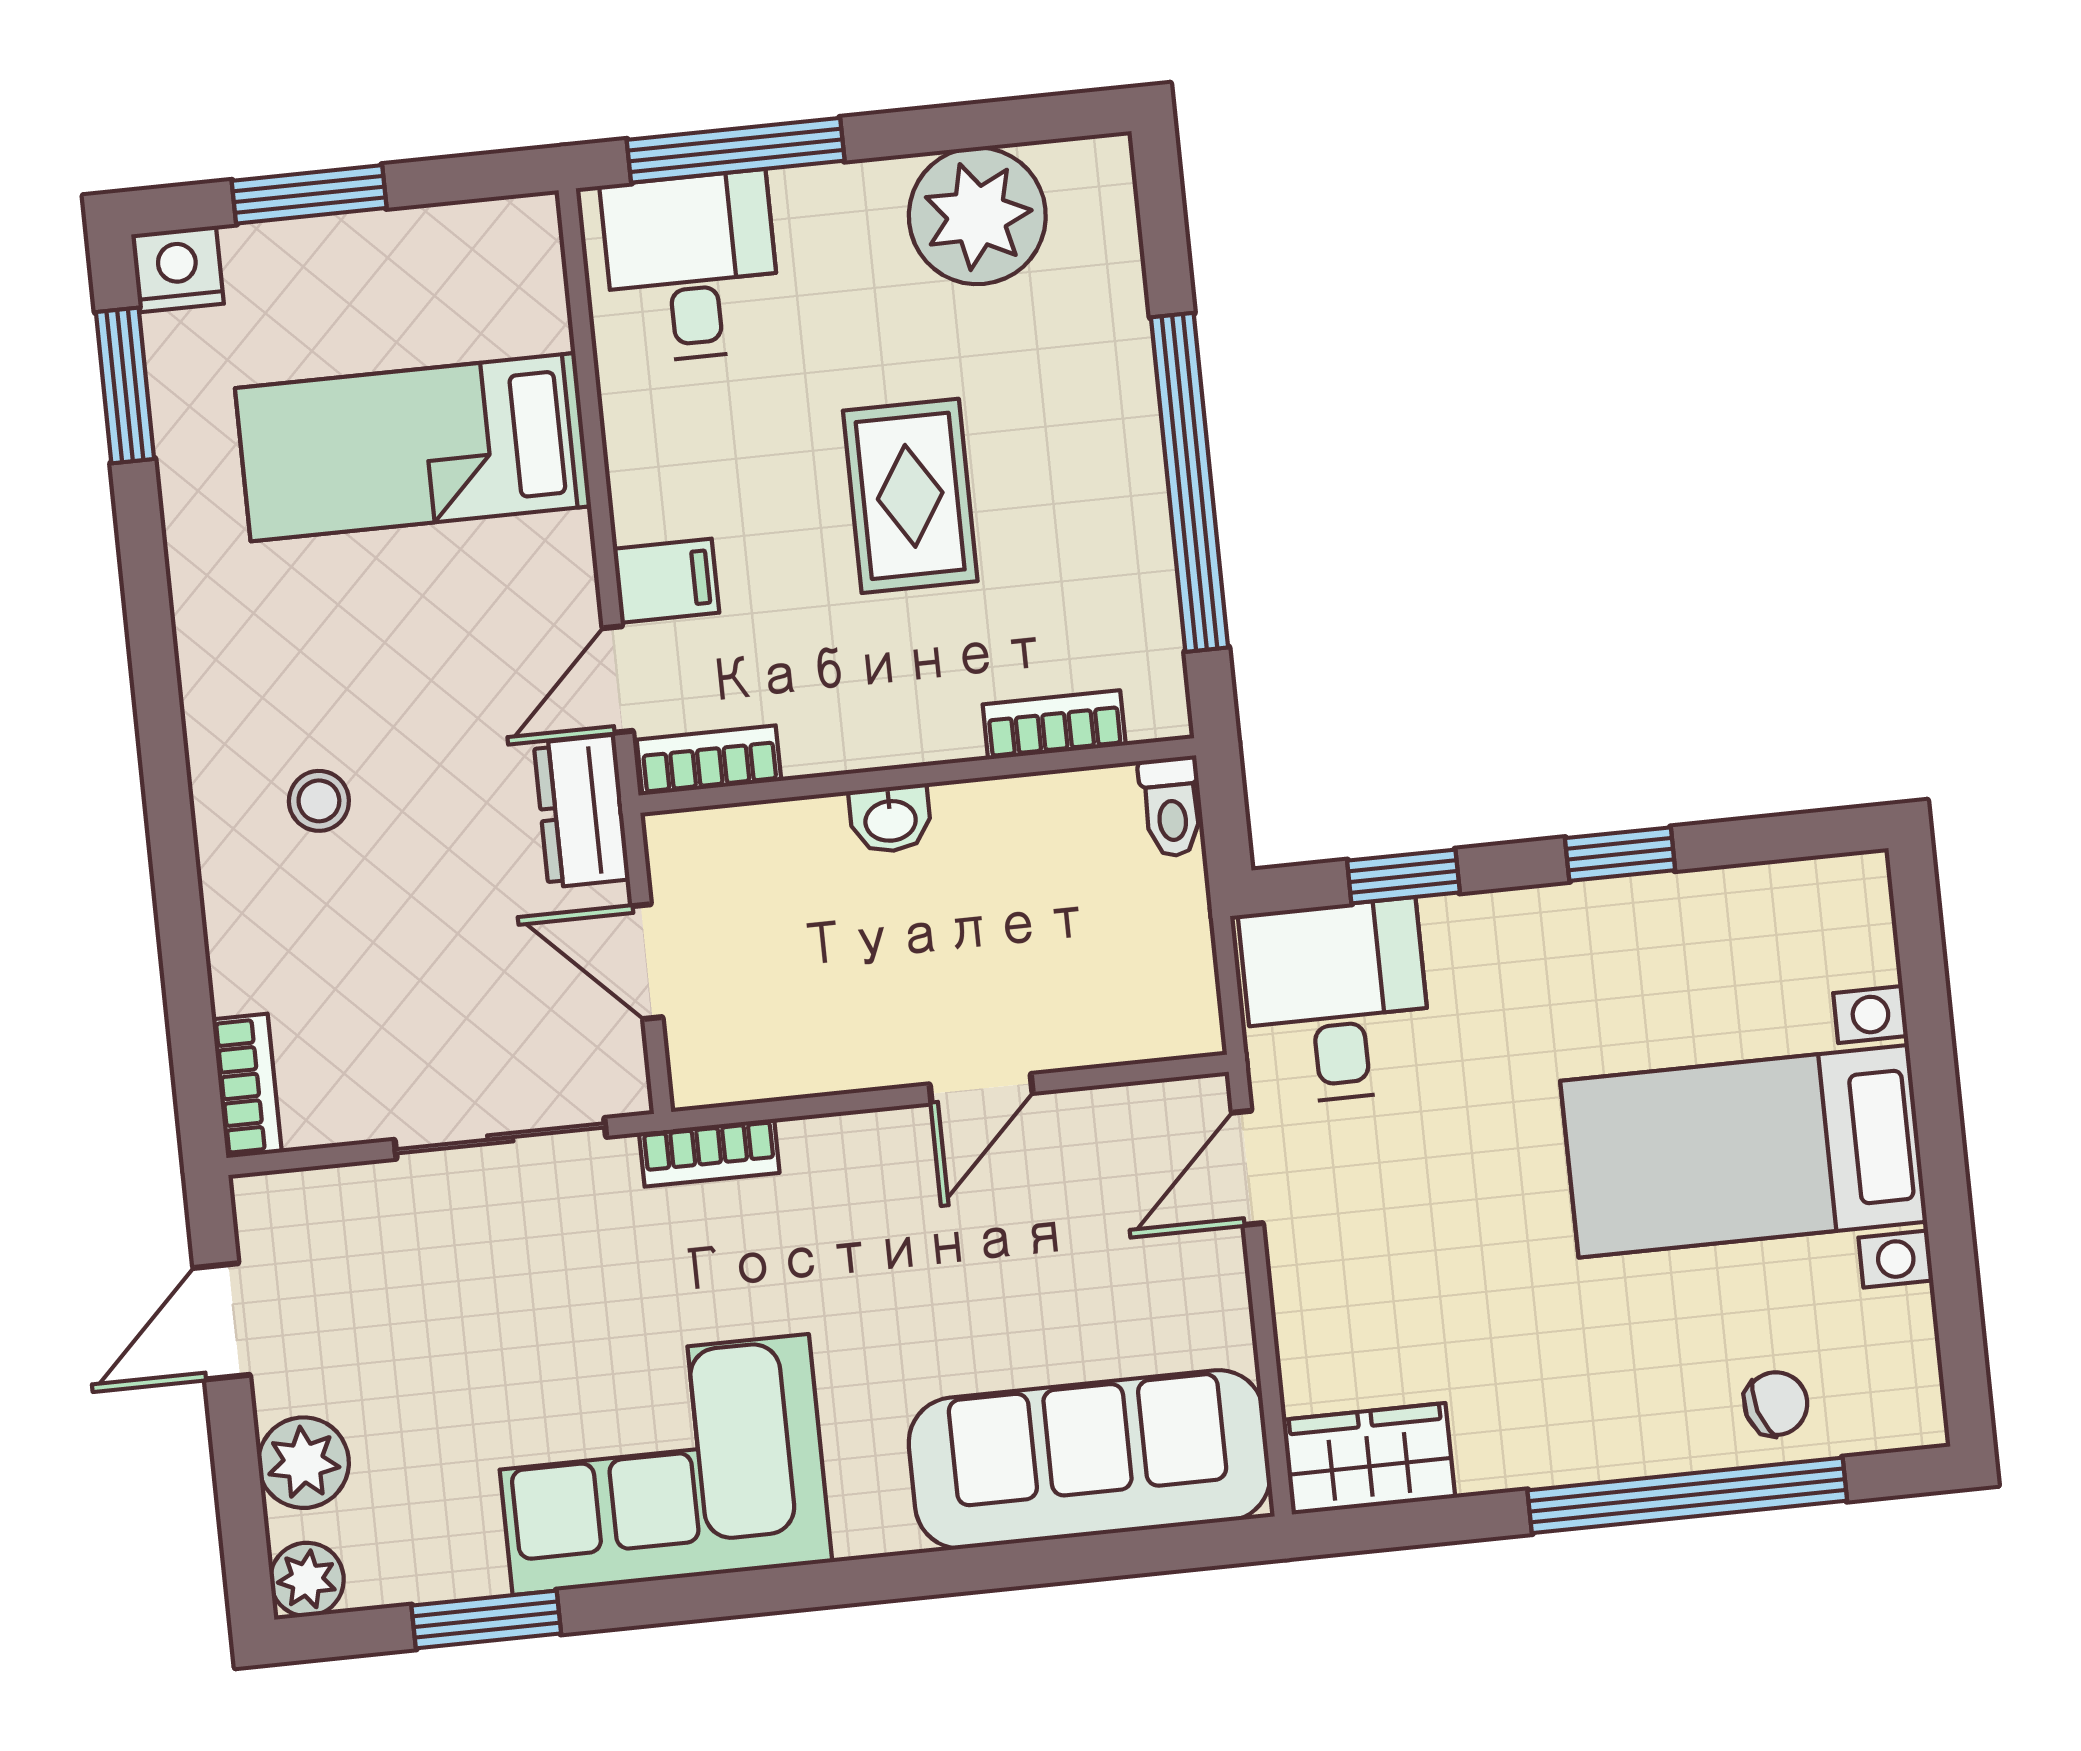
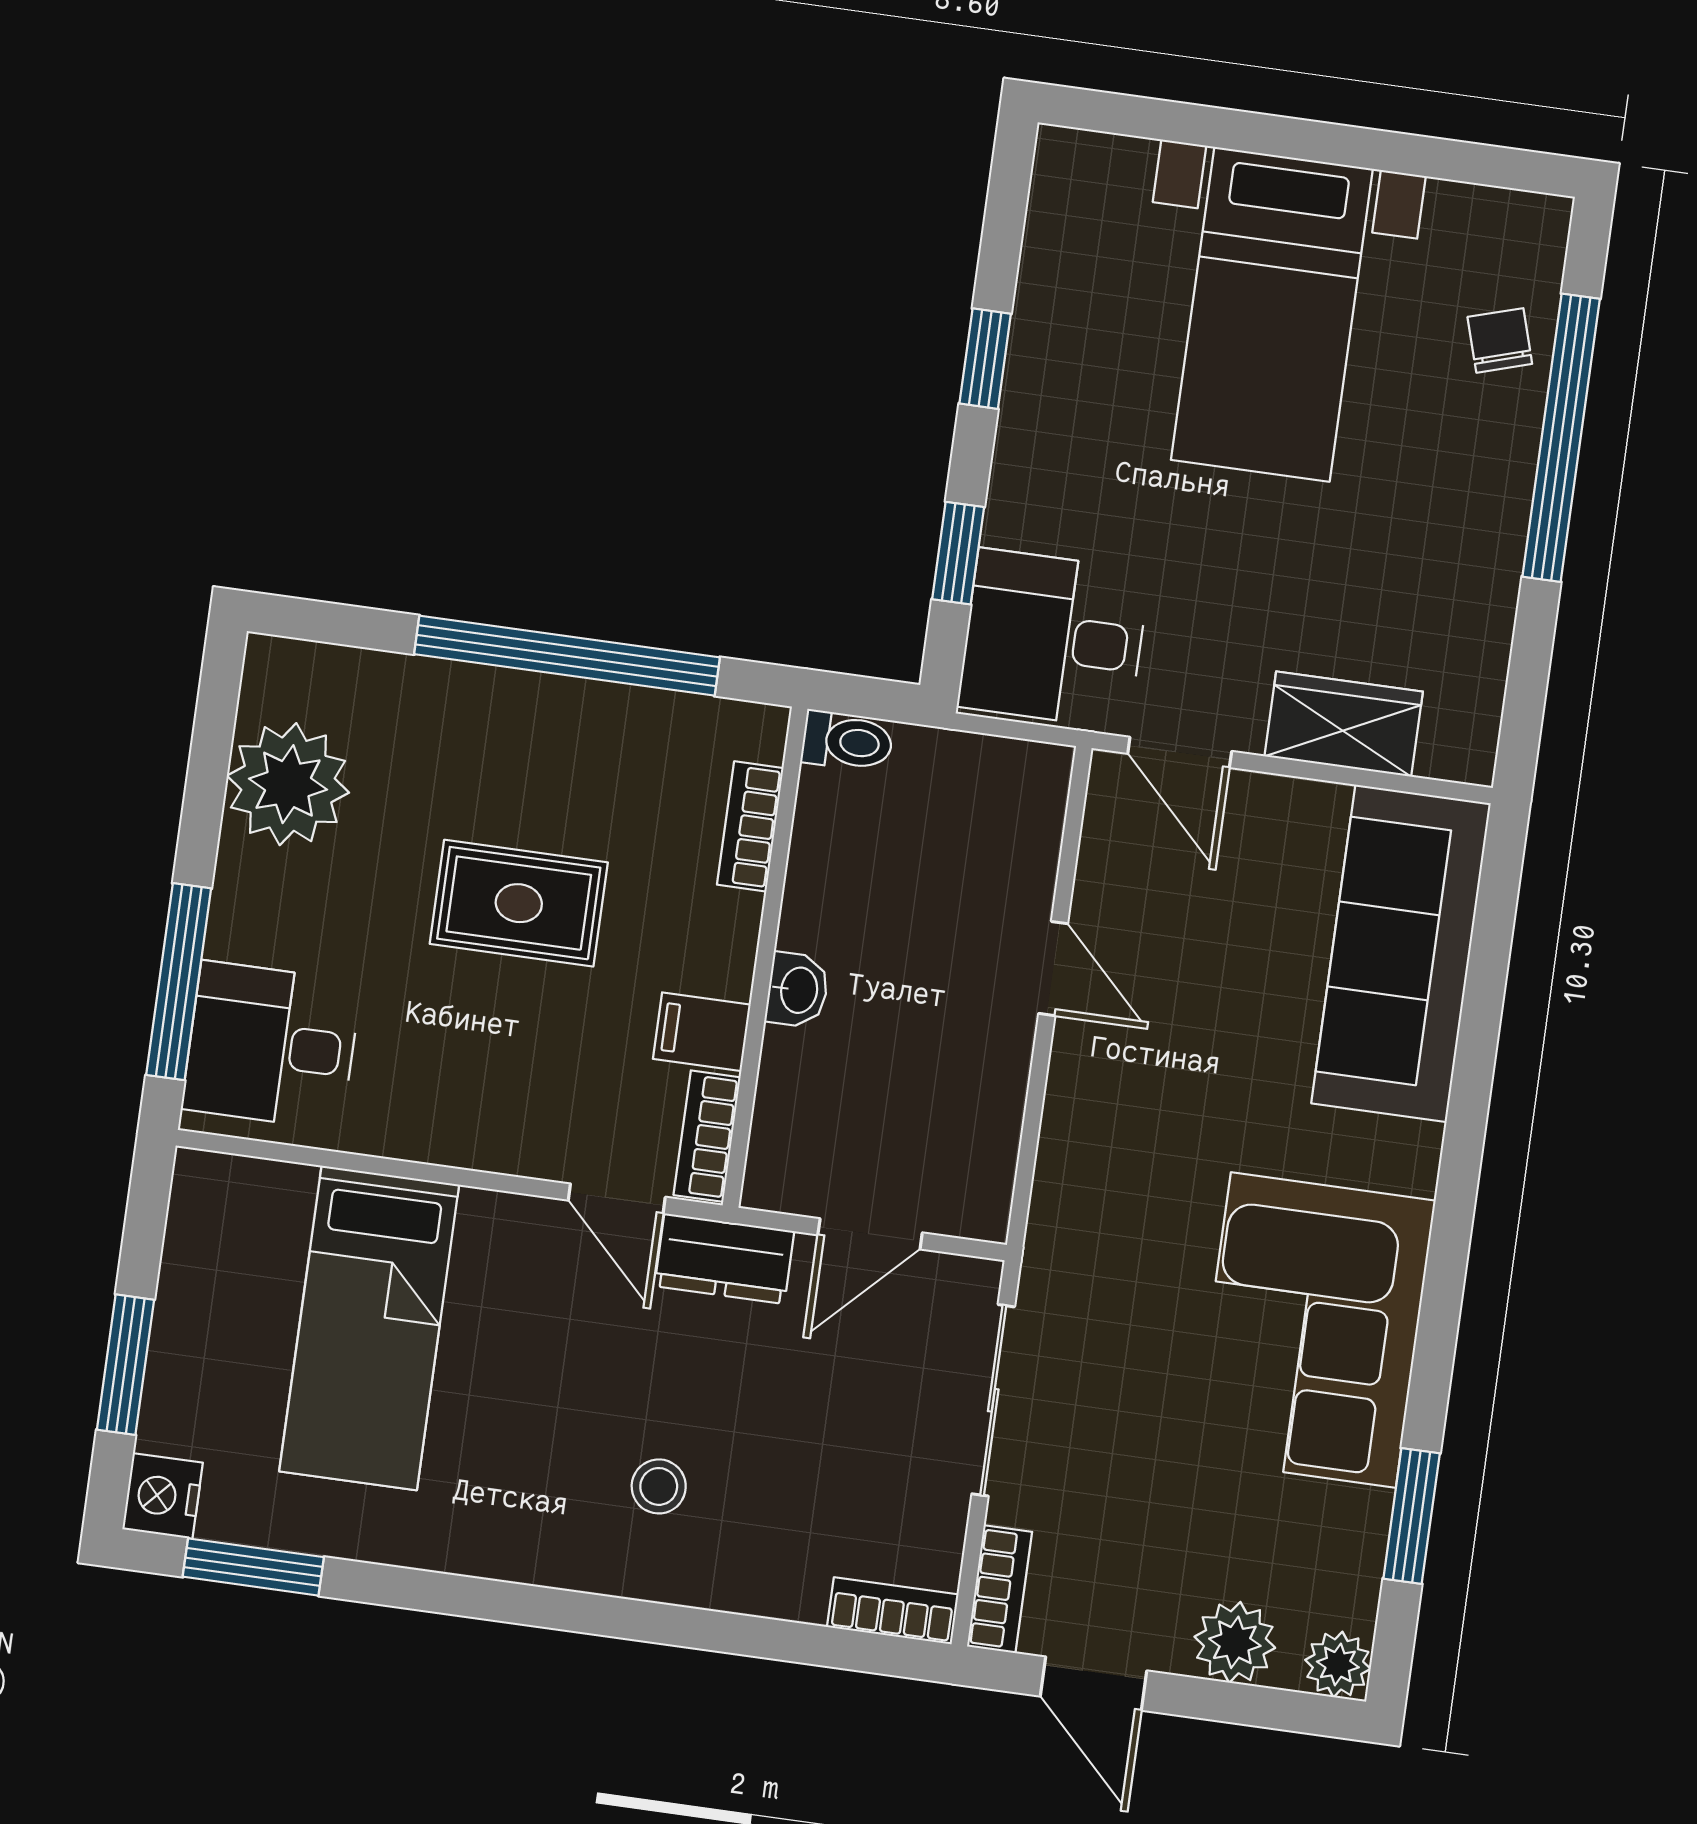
filing cabinet: (666, 581) -> (702, 1032), moved, turned -90
bookcase: (709, 1153) -> (1000, 1589), moved
wardrobe: (1369, 1459) -> (1344, 724), moved, turned 90

